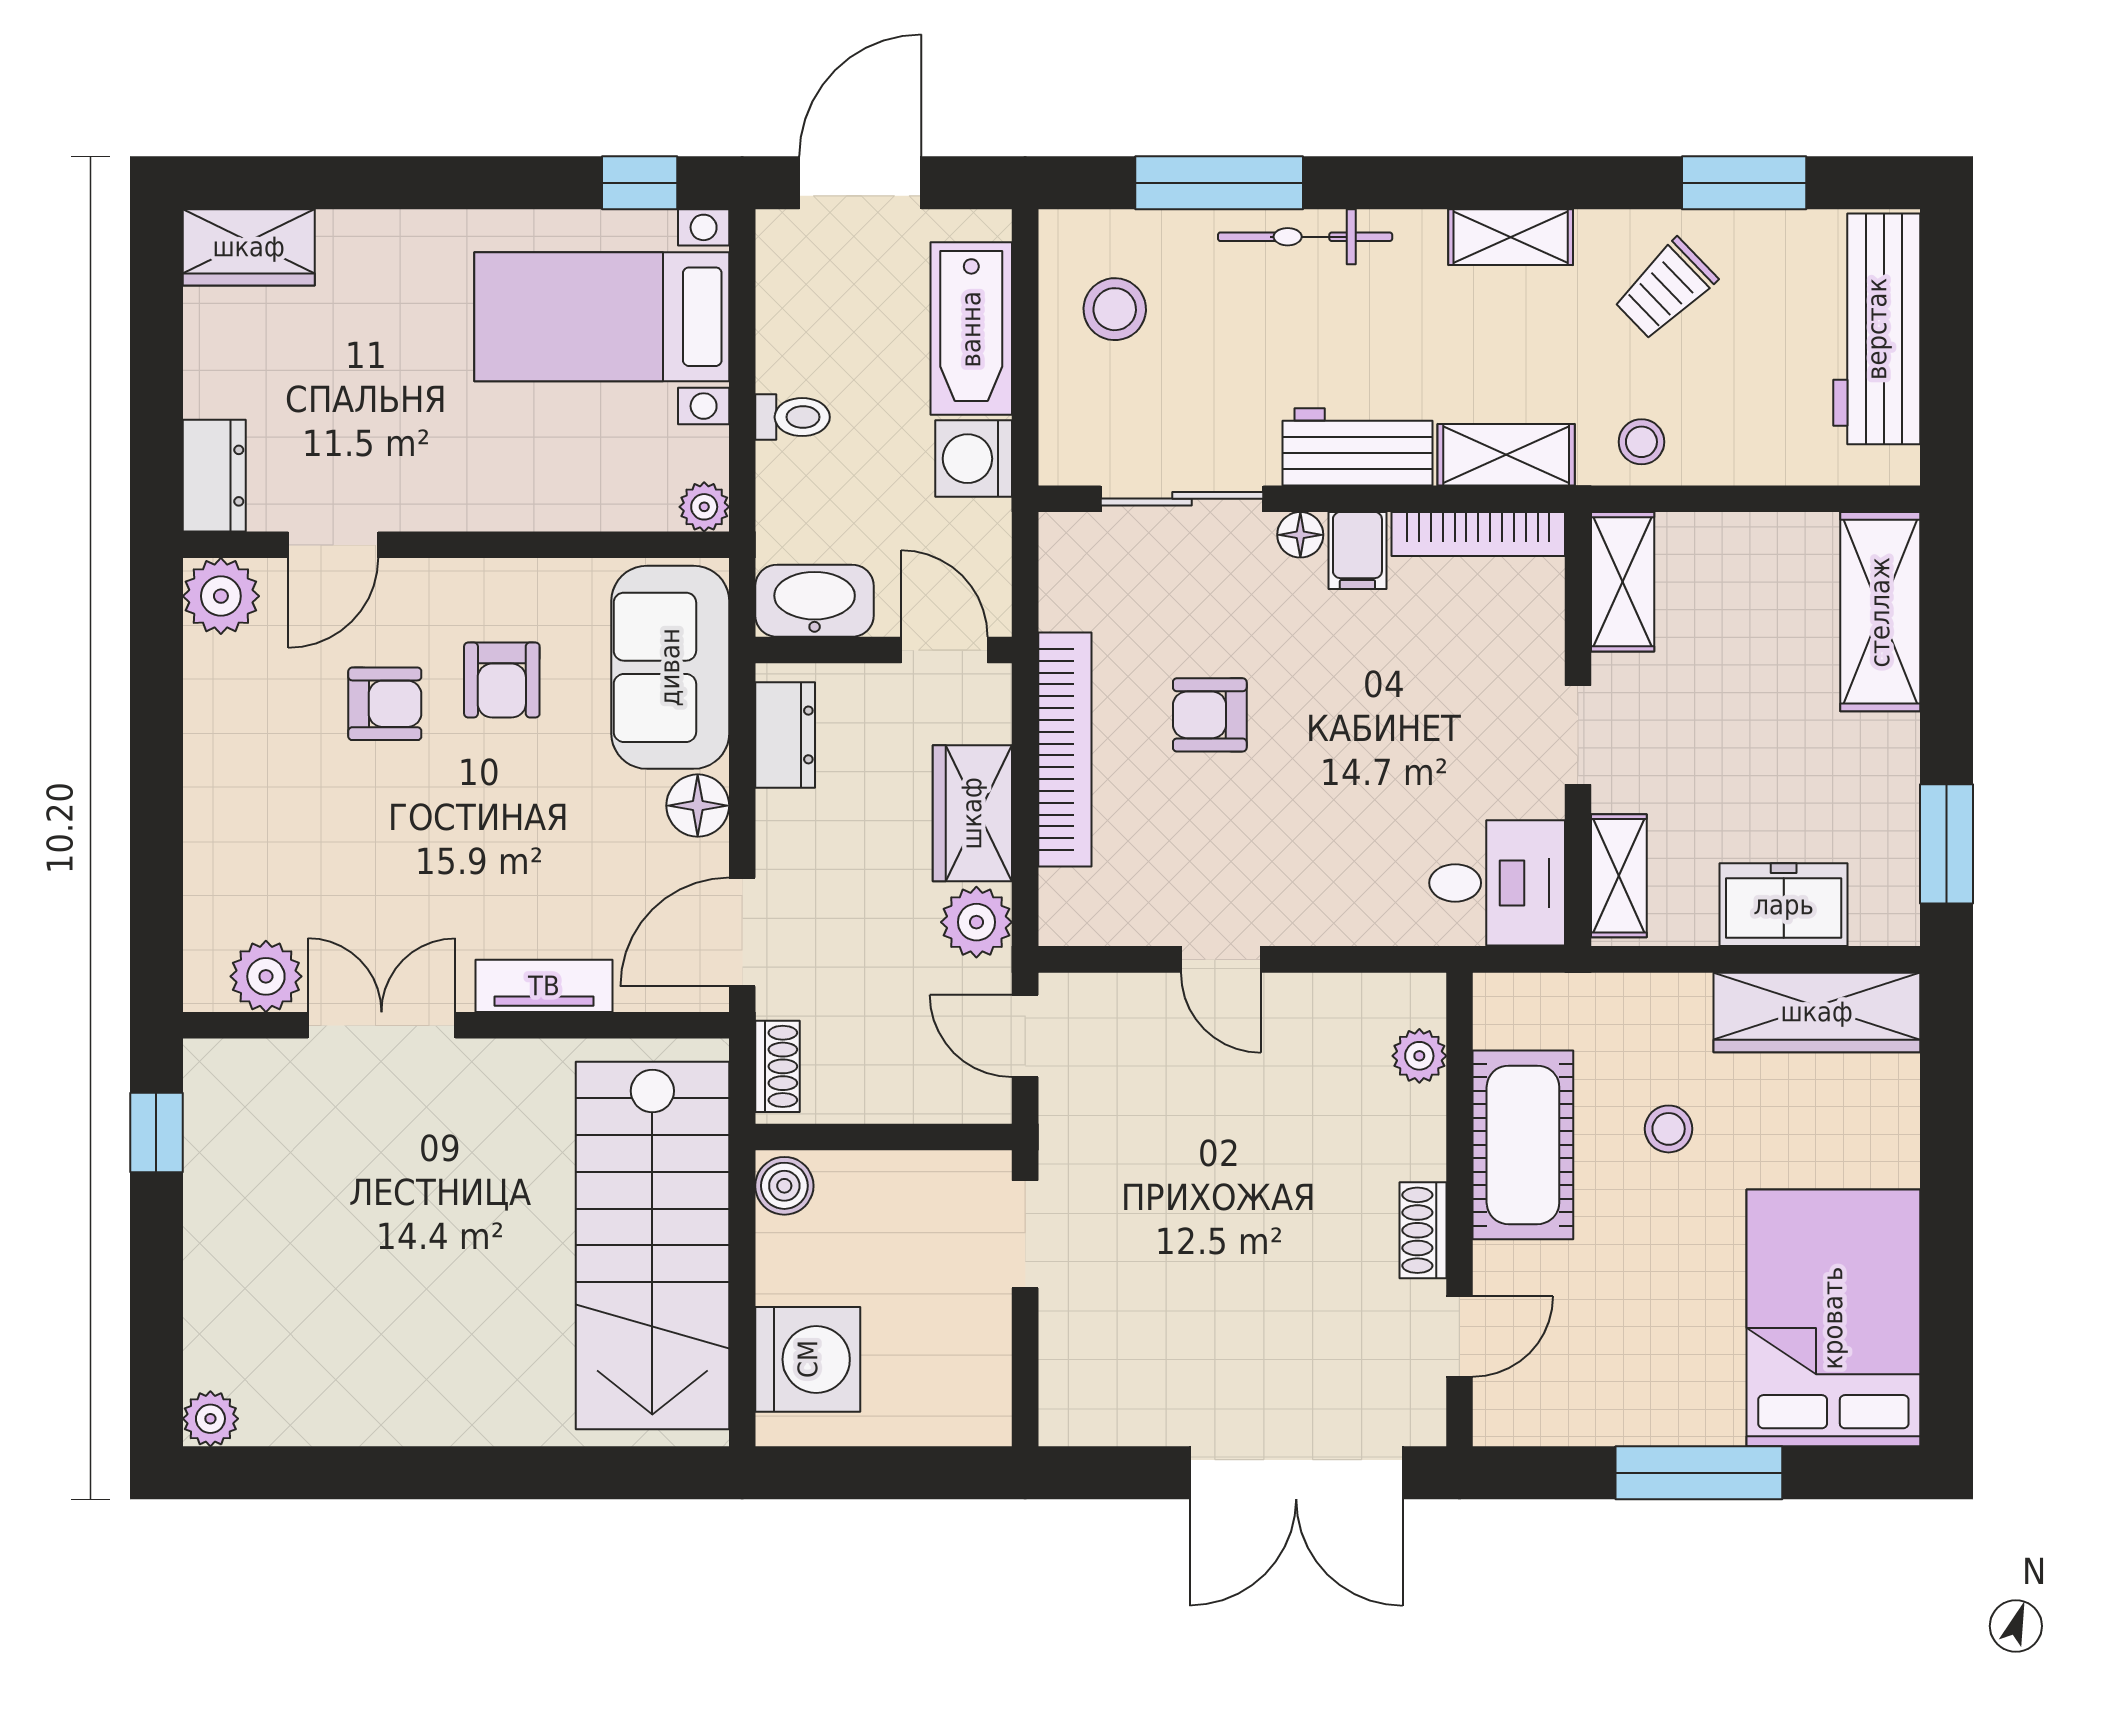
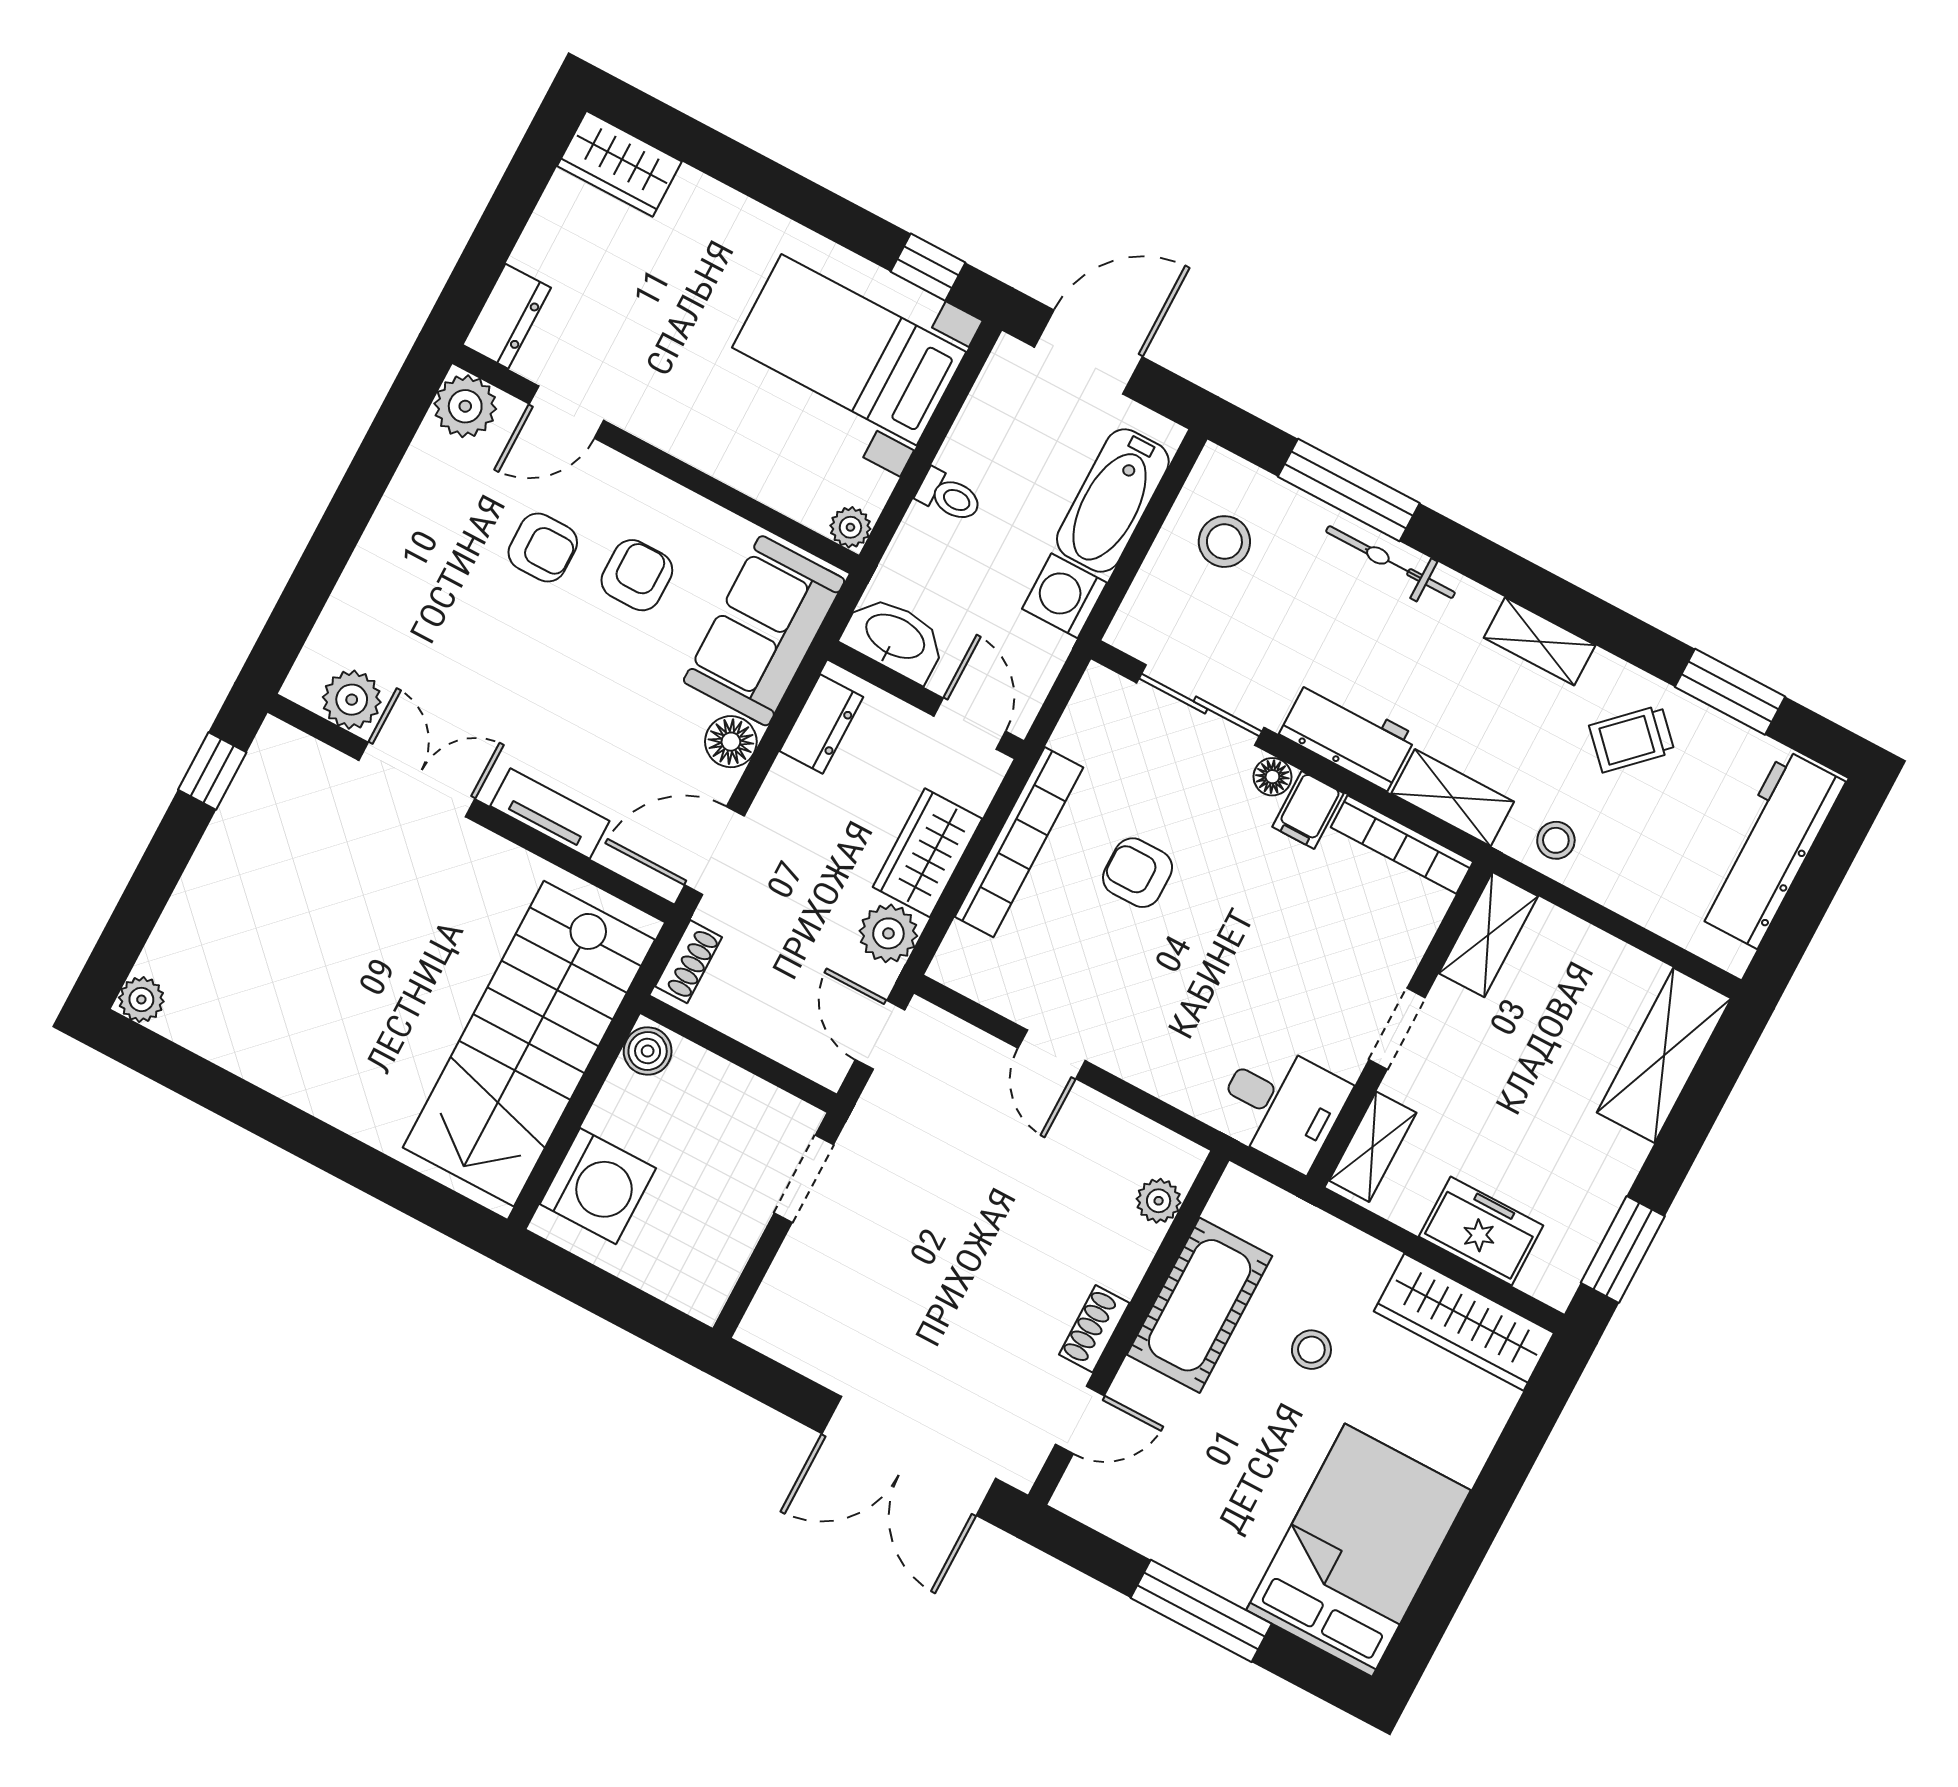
armchair: (502, 680) -> (637, 575), turned 180

